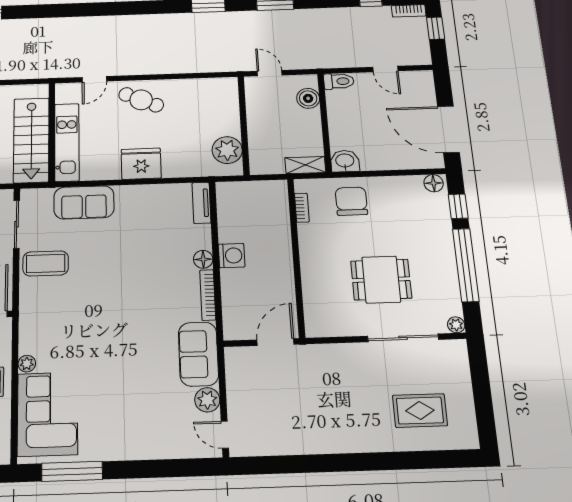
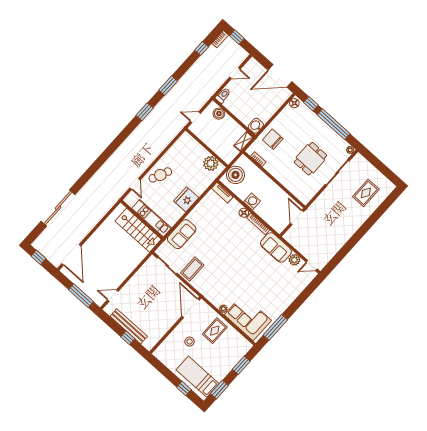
boiler: (246, 198) -> (235, 175), added

